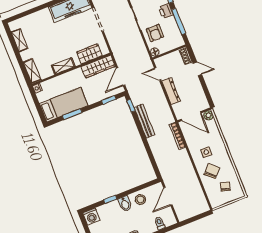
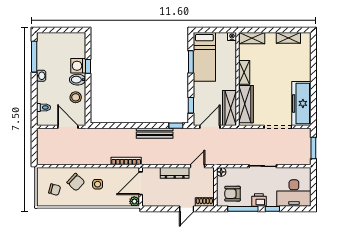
armchair: (155, 33) -> (233, 194), moved
wardrobe: (89, 54) -> (246, 104), width x1.50
door: (121, 77) -> (210, 127), hinge flipped
washing machine: (91, 217) -> (78, 66), moved

